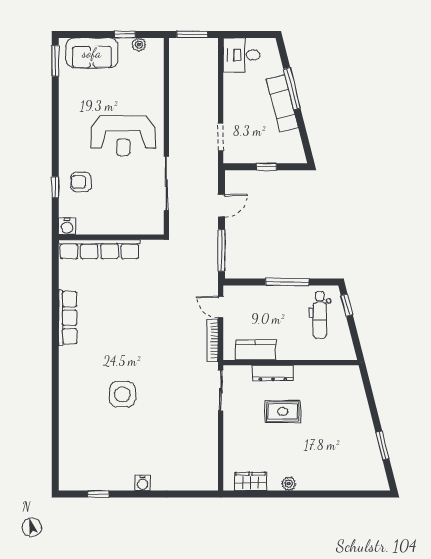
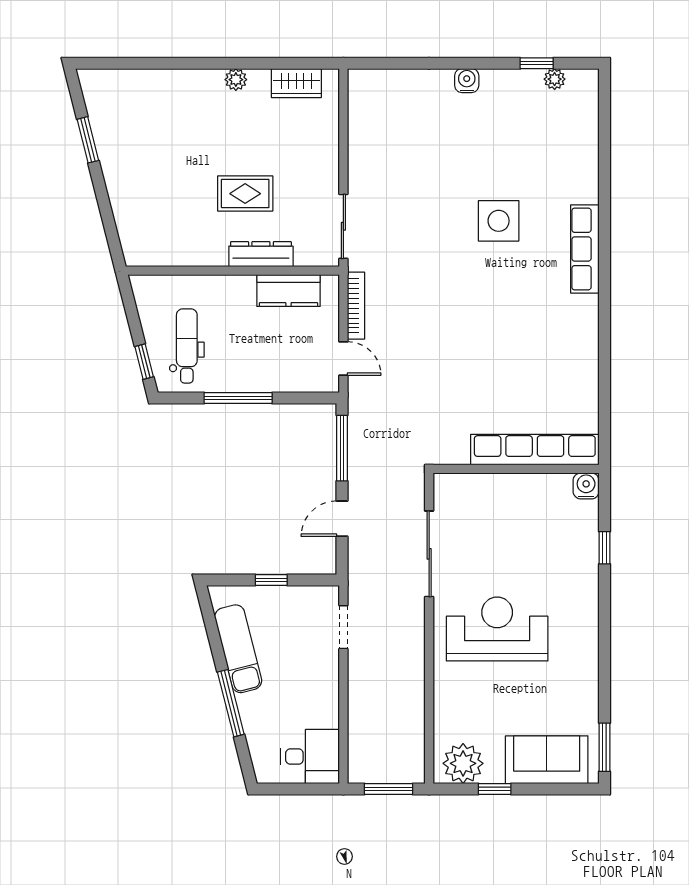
plant: (139, 45) -> (463, 763), width x1.88, depth x1.88
exam couch: (282, 103) -> (238, 649), moved
armchair: (81, 182) -> (564, 556), removed
row of seats: (68, 318) -> (585, 249), moved
plant: (87, 484) -> (555, 79), added

